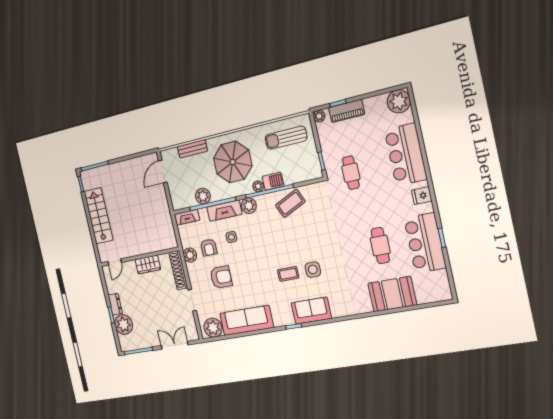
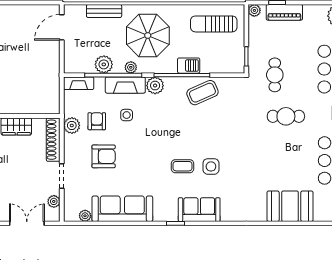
plant: (258, 186) -> (131, 67), moved
cafe table: (380, 246) -> (286, 116), moved, turned 90
armchair: (209, 247) -> (97, 121), turned 180
plant: (191, 323) -> (54, 201), added
plant: (213, 328) -> (85, 216), width x0.53, depth x0.53

